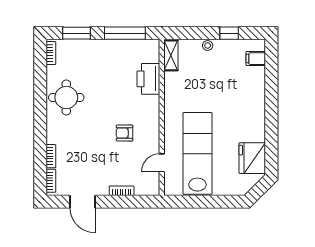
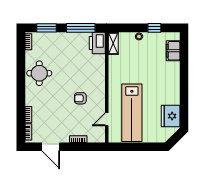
filing cabinet: (256, 59) -> (173, 51), width x2.00
printer: (148, 79) -> (97, 43), moved
lab bench: (197, 153) -> (132, 113), turned 180

